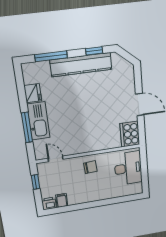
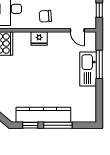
window: (51, 56) -> (58, 125), moved
fridge: (33, 93) -> (39, 38), moved, turned -90

